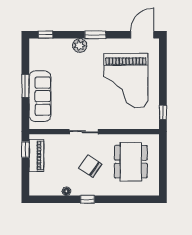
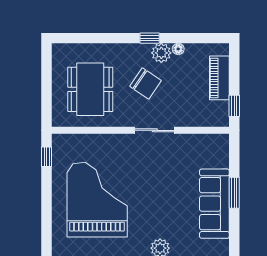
sofa: (40, 96) -> (214, 204), moved
piano: (36, 156) -> (219, 78), moved
plant: (79, 188) -> (161, 53), added

